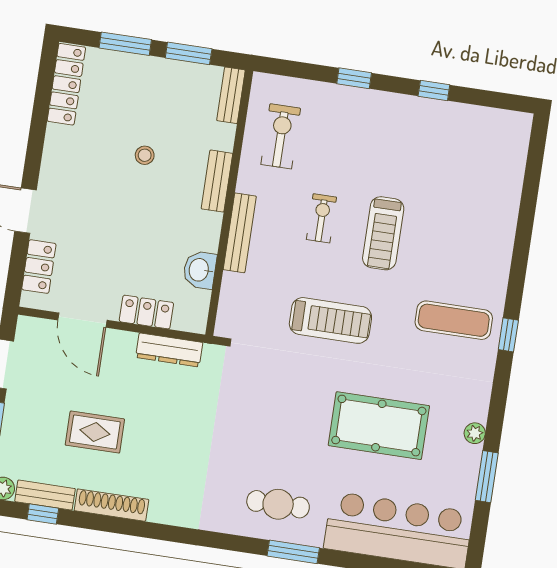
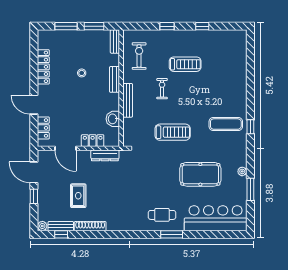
locker: (66, 84) -> (43, 67), moved
treadmill: (383, 233) -> (185, 64), moved, turned -90
rug: (95, 432) -> (78, 196), turned 90

